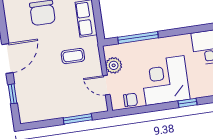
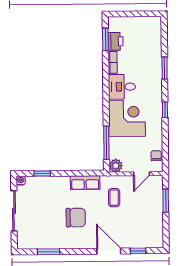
plant: (114, 65) -> (116, 166), moved
corner desk: (165, 81) -> (127, 118), moved, turned 180

